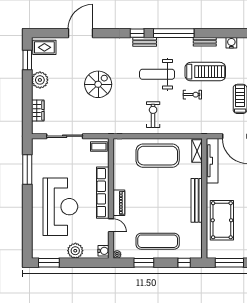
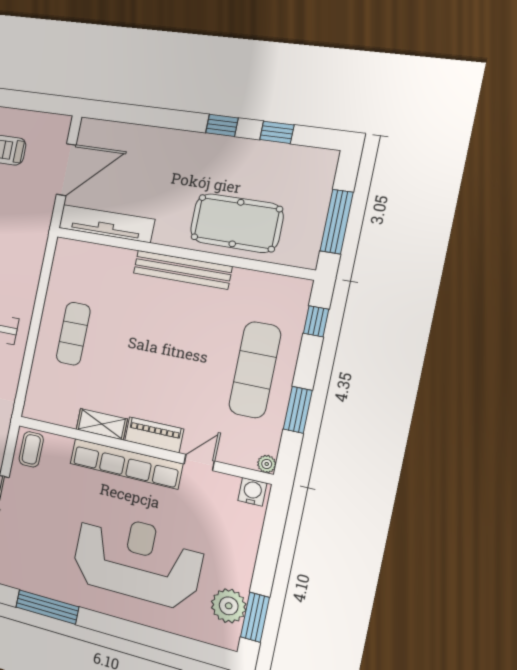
shelving: (197, 151) -> (102, 424), moved
exercise mat: (158, 156) -> (73, 334), width x0.50, depth x0.69
plant: (75, 251) -> (229, 606), moved

